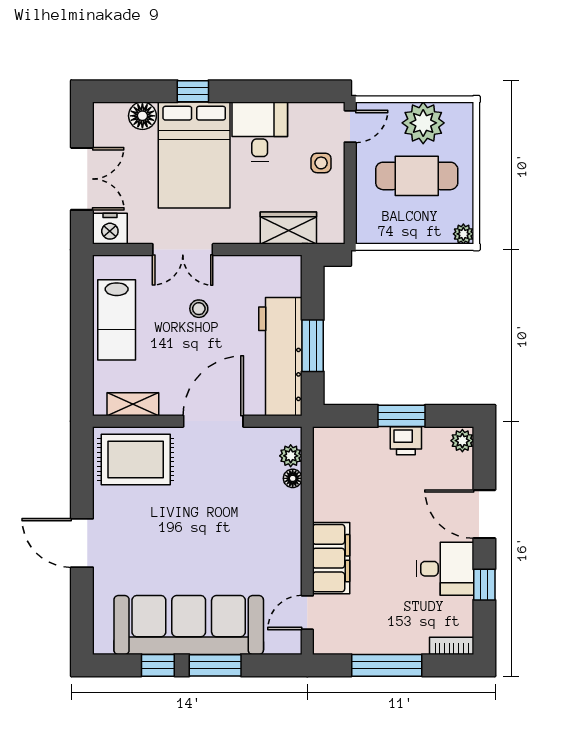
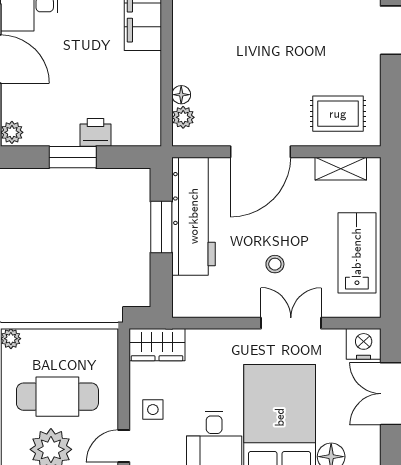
wardrobe: (288, 228) -> (157, 345), moved
printer: (406, 441) -> (96, 132), moved
rug: (136, 460) -> (338, 114), width x0.73, depth x0.70

